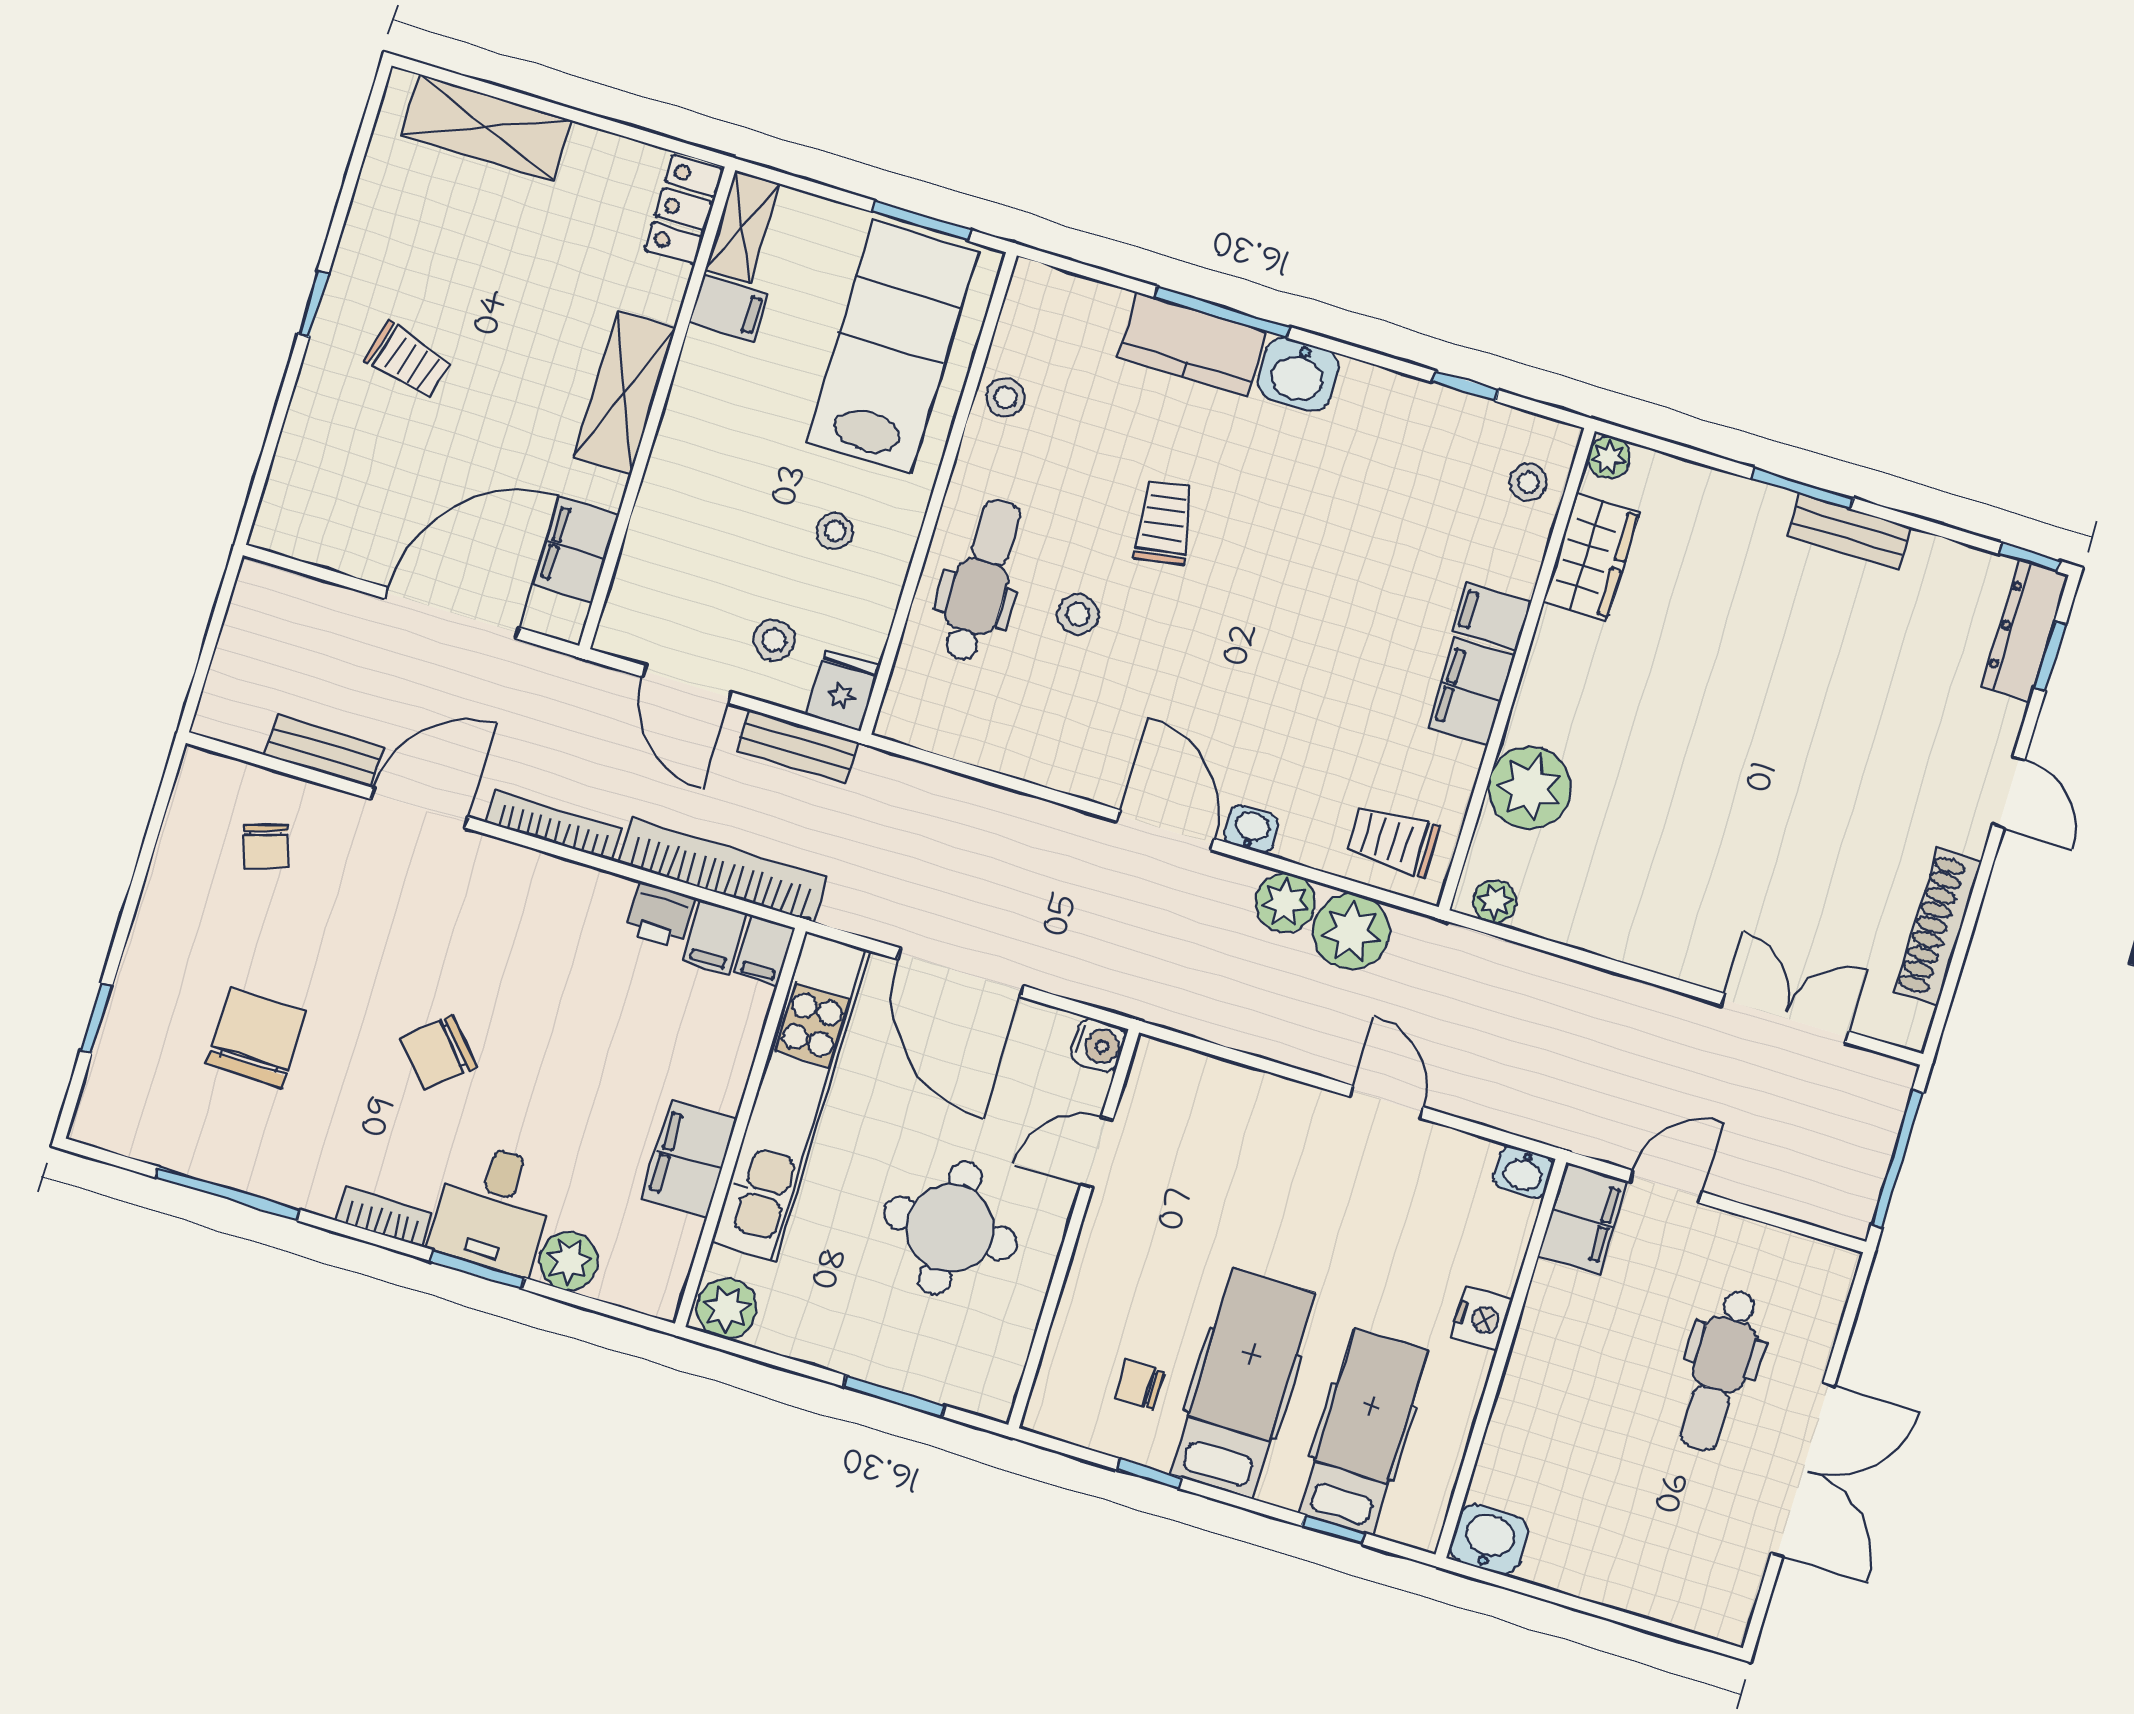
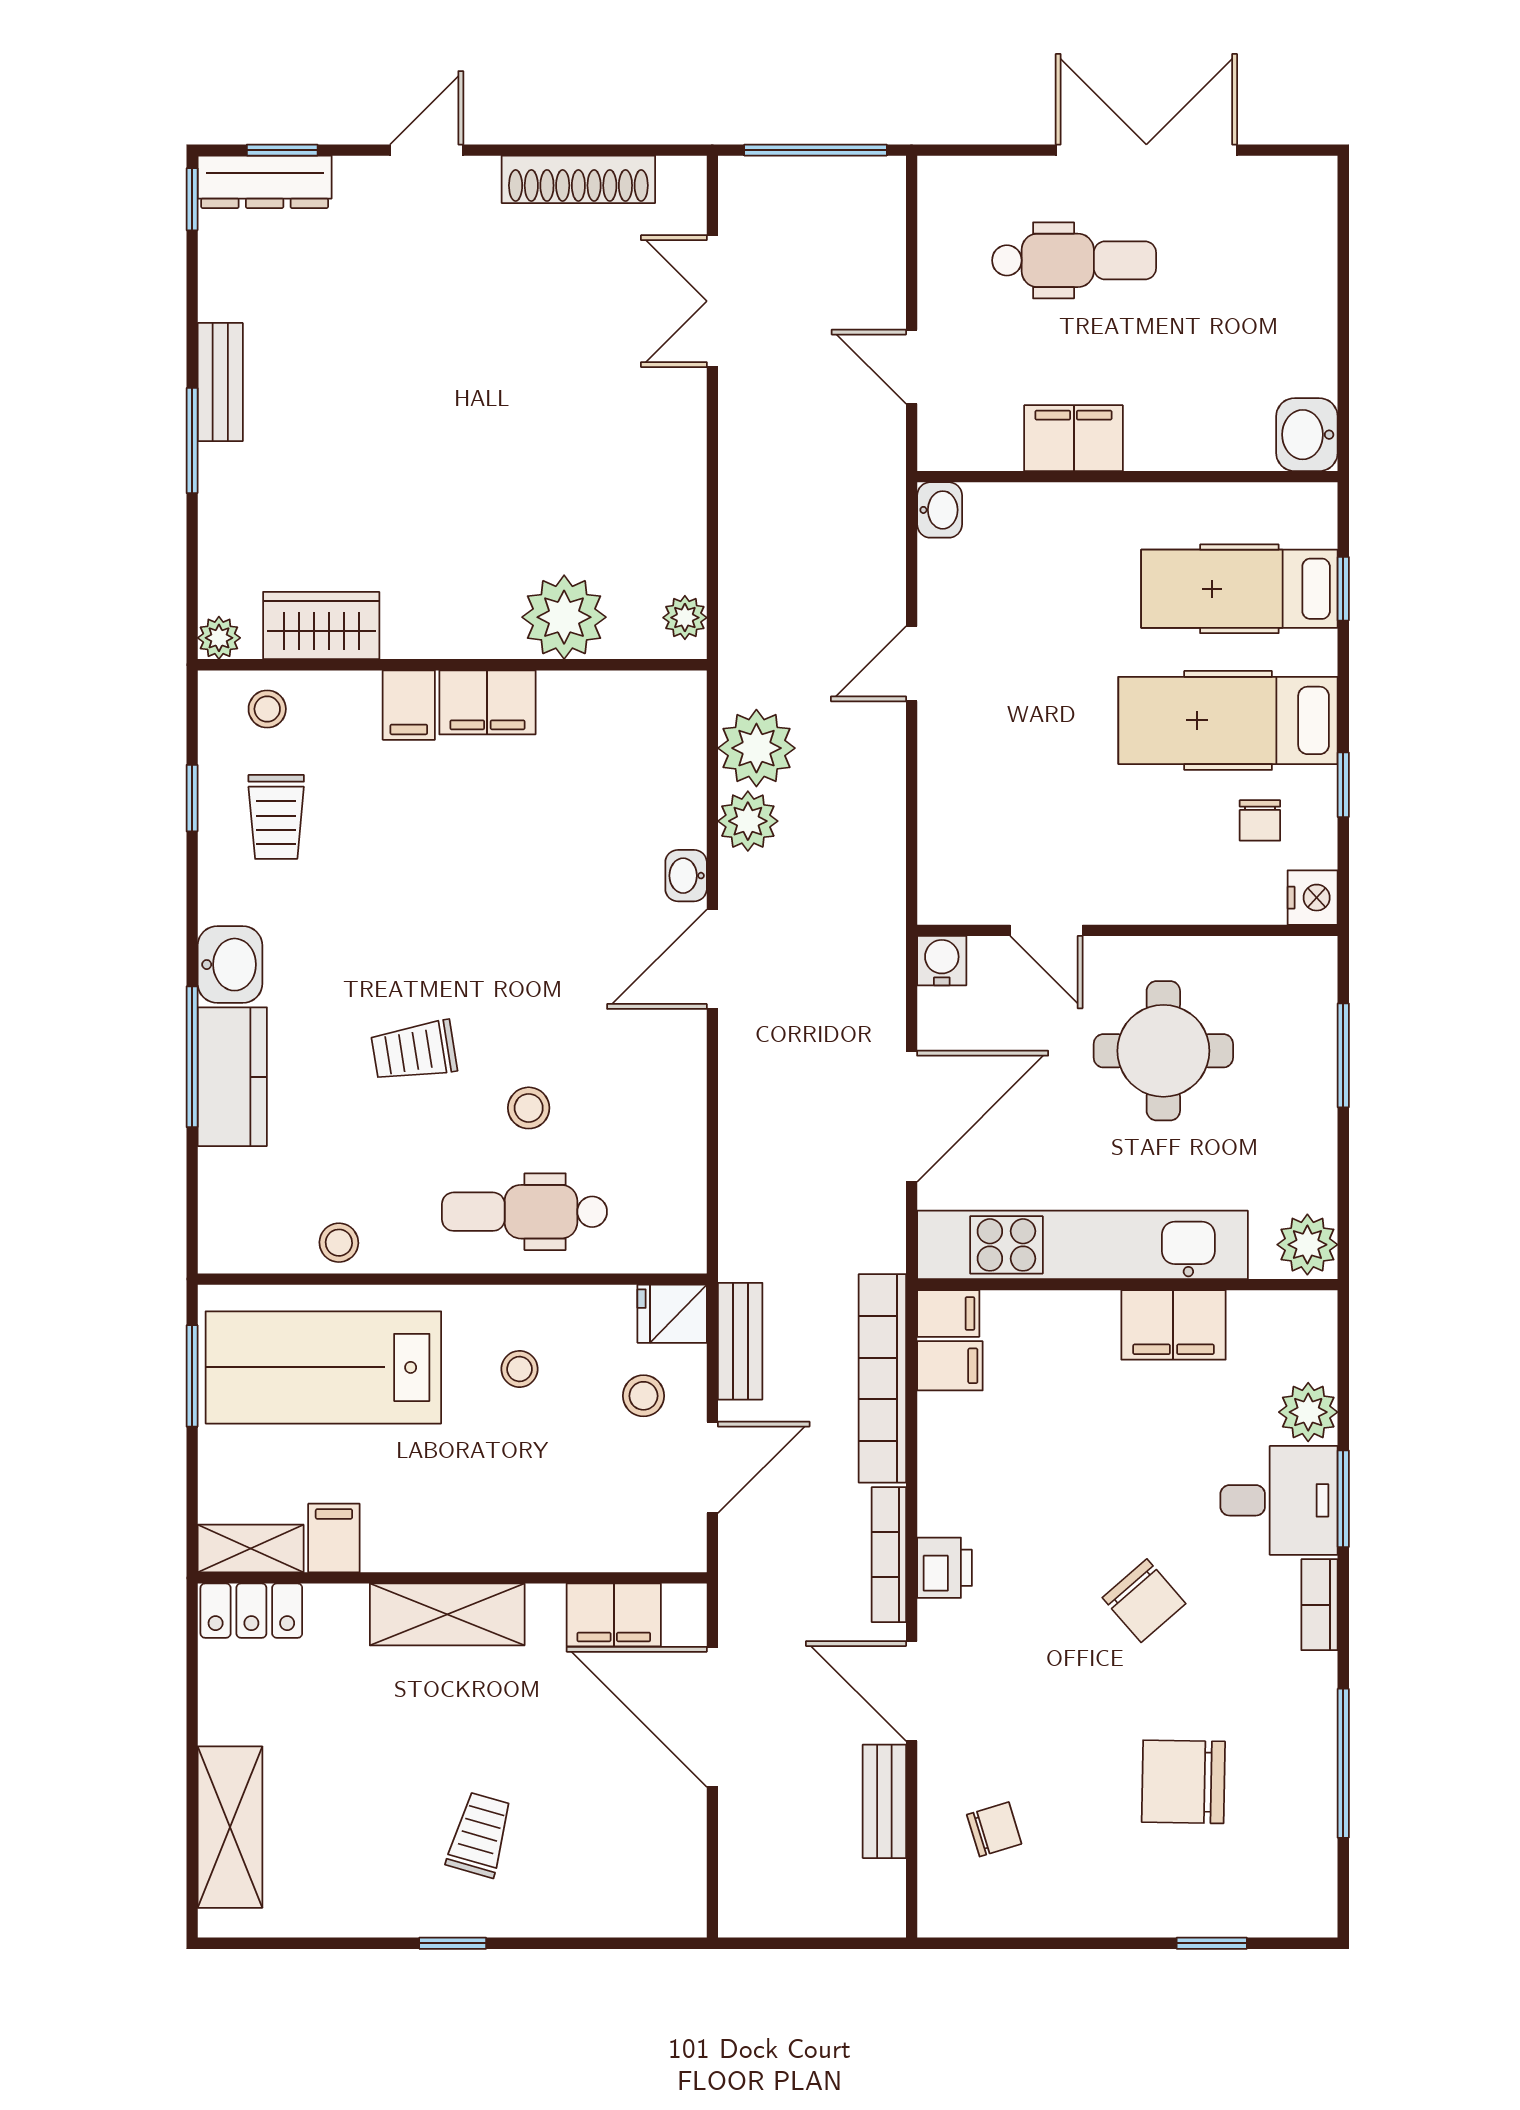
trolley: (1393, 840) -> (276, 817), moved
printer: (660, 915) -> (945, 1568), moved
filing cabinet: (1583, 1218) -> (1074, 438), moved
nightstand: (1482, 1318) -> (1313, 898), moved, turned 90

